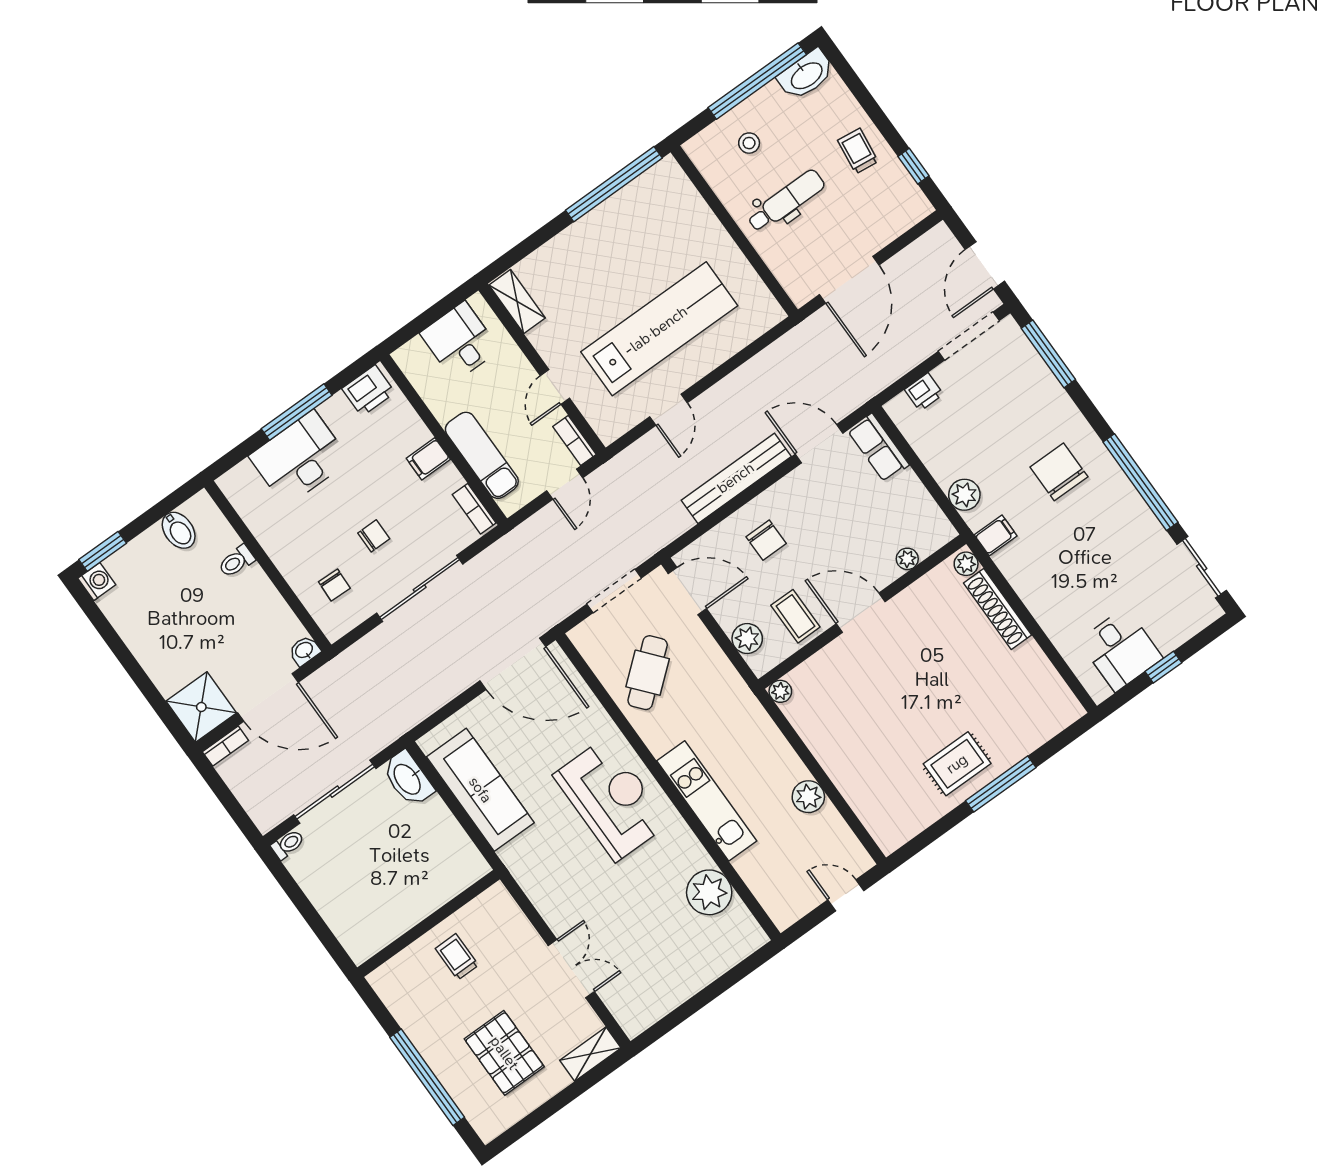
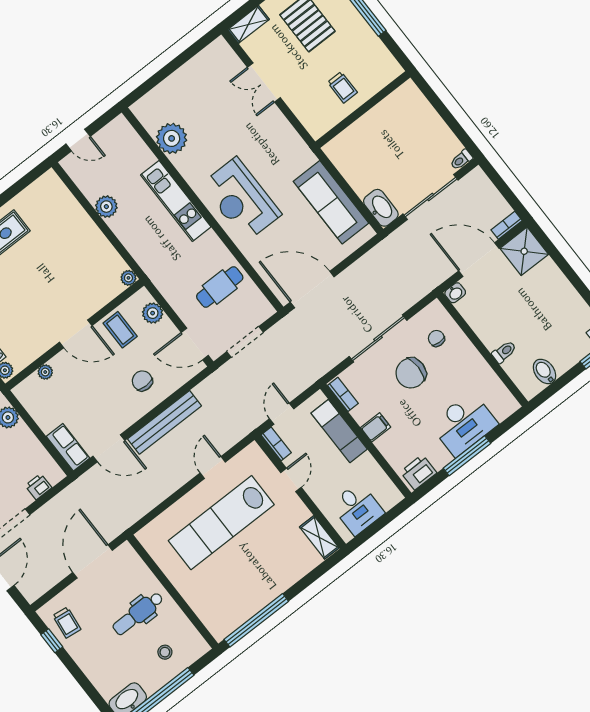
trolley: (858, 151) -> (67, 622), moved
chair: (374, 536) -> (411, 373), width x1.87, depth x1.87
cafe table: (648, 673) -> (220, 287), turned 40

